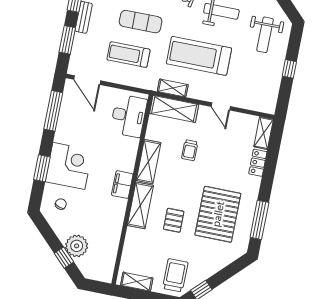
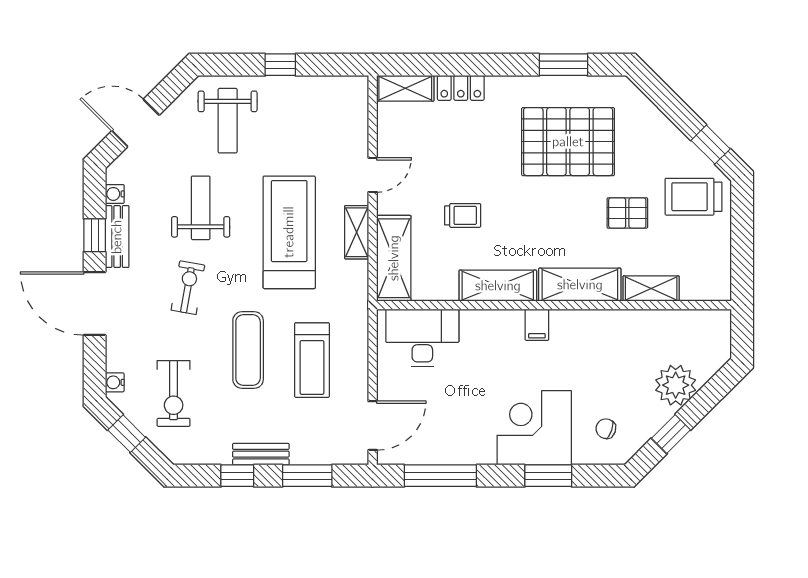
weight bench: (265, 35) -> (228, 121), turned 90
treadmill: (199, 56) -> (289, 232), turned 180
shelving: (173, 88) -> (357, 232), moved
filing cabinet: (122, 185) -> (537, 325), width x0.50
pallet: (174, 220) -> (627, 213), moved
window: (259, 220) -> (563, 65), width x0.69
window: (64, 258) -> (671, 434), moved
shelving: (137, 282) -> (651, 288), moved, turned 90

